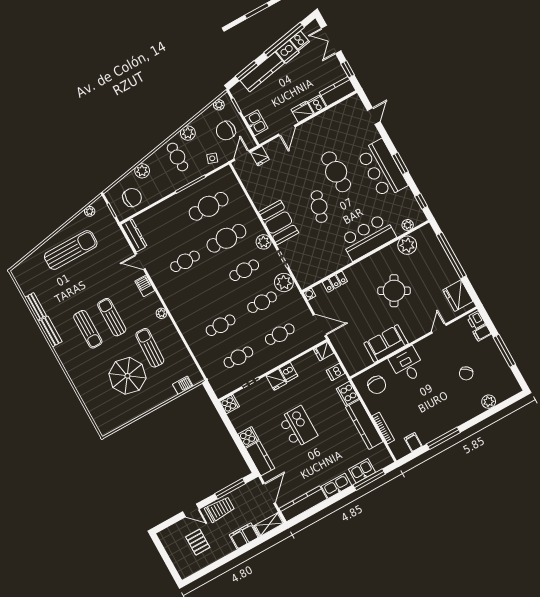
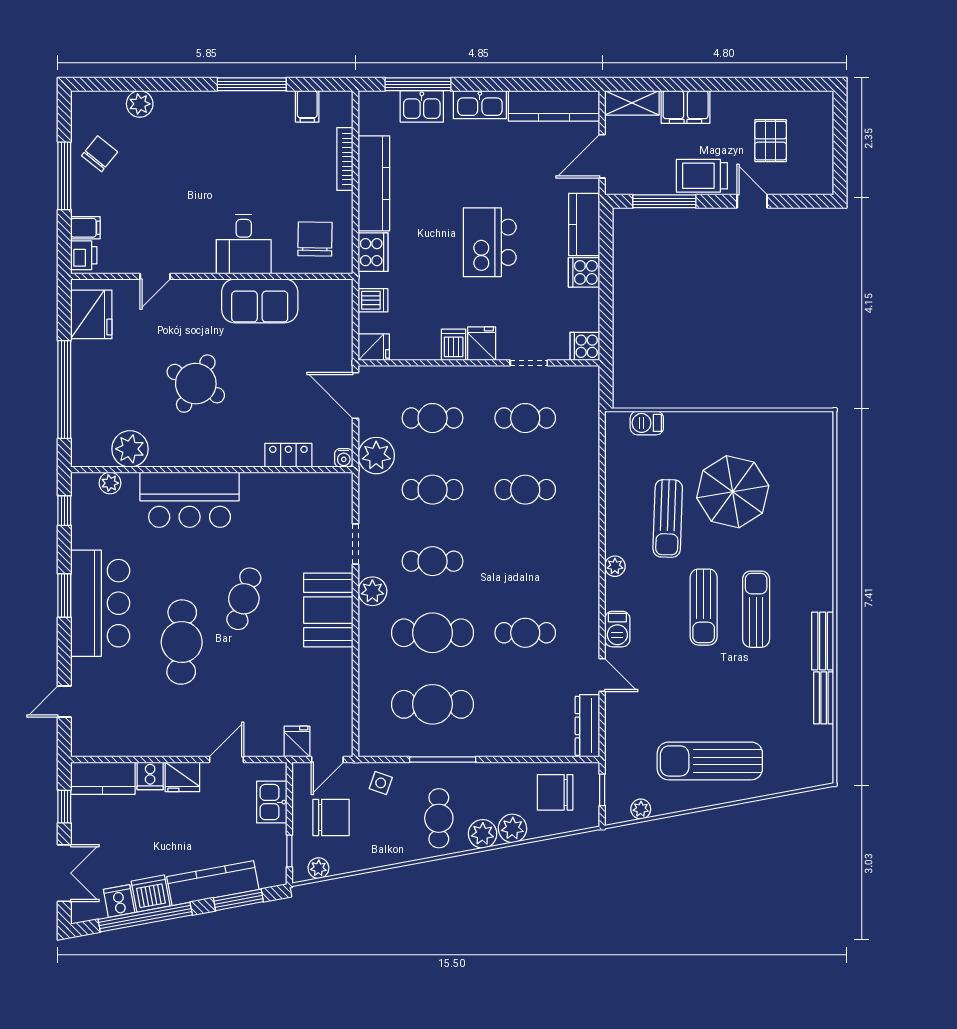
plant: (188, 133) -> (483, 834), moved
plant: (284, 283) -> (376, 456), moved
chair: (466, 373) -> (100, 154), moved

